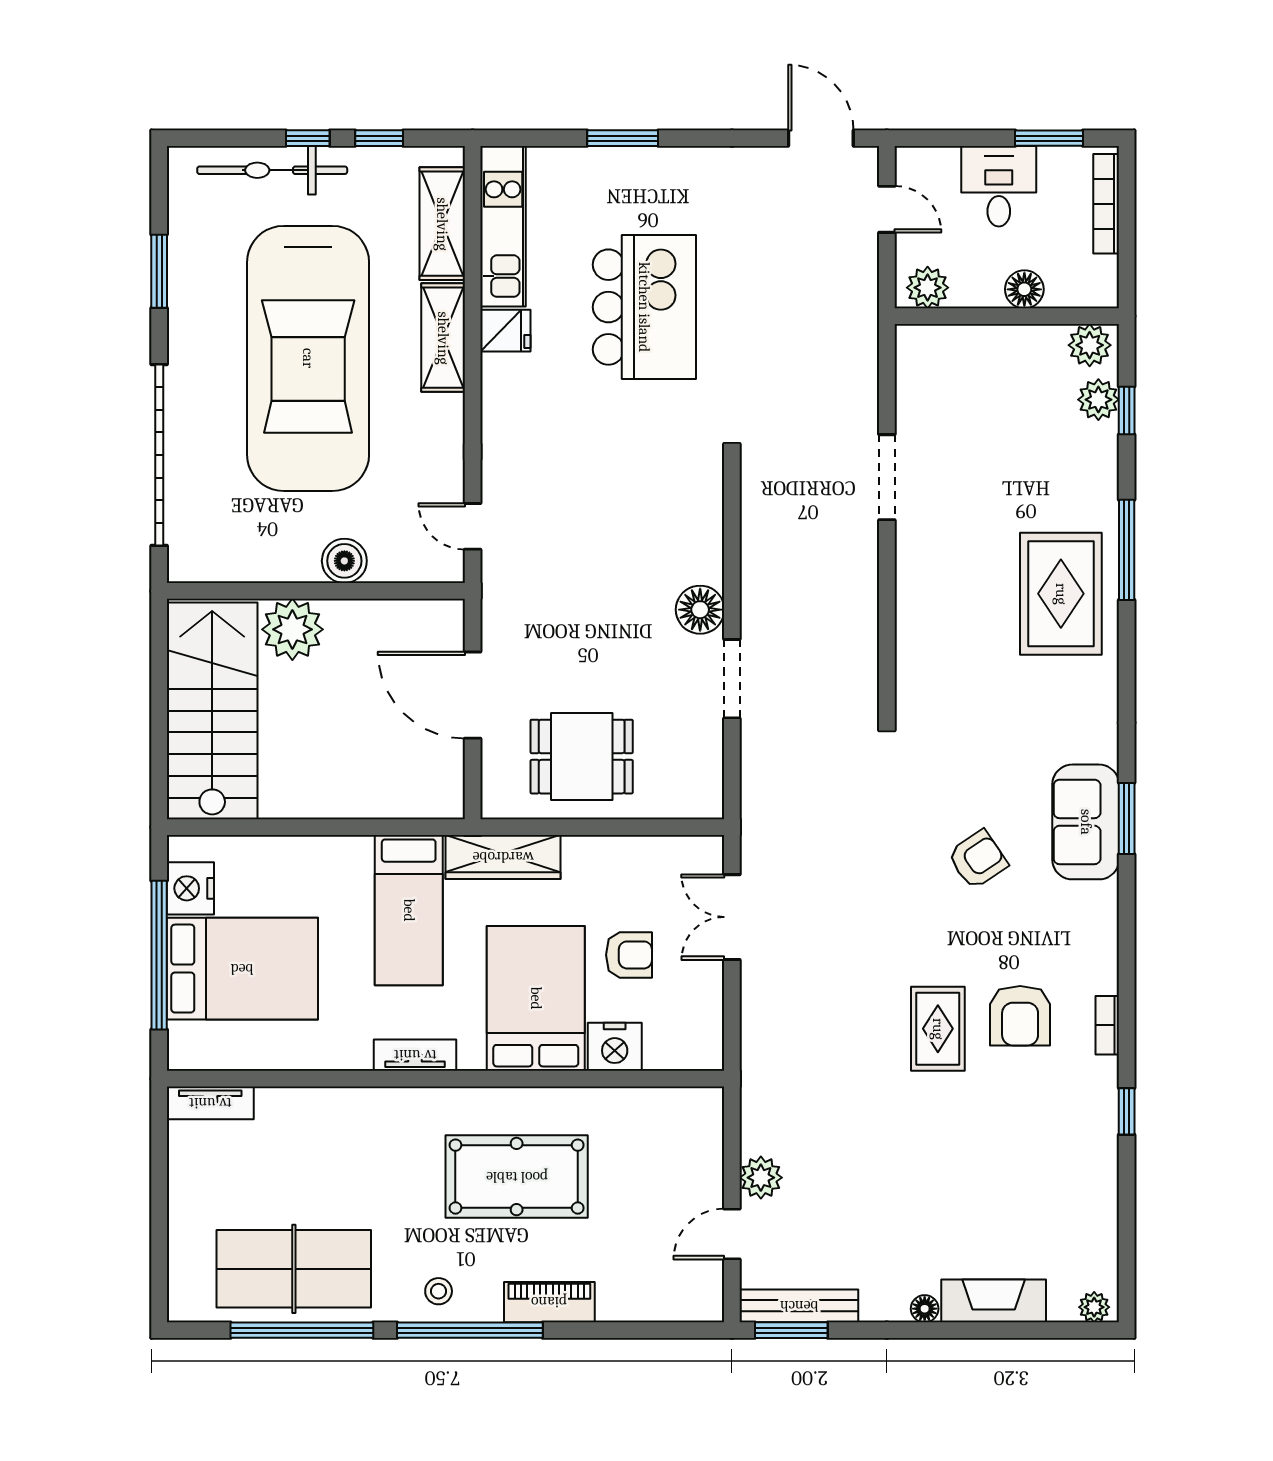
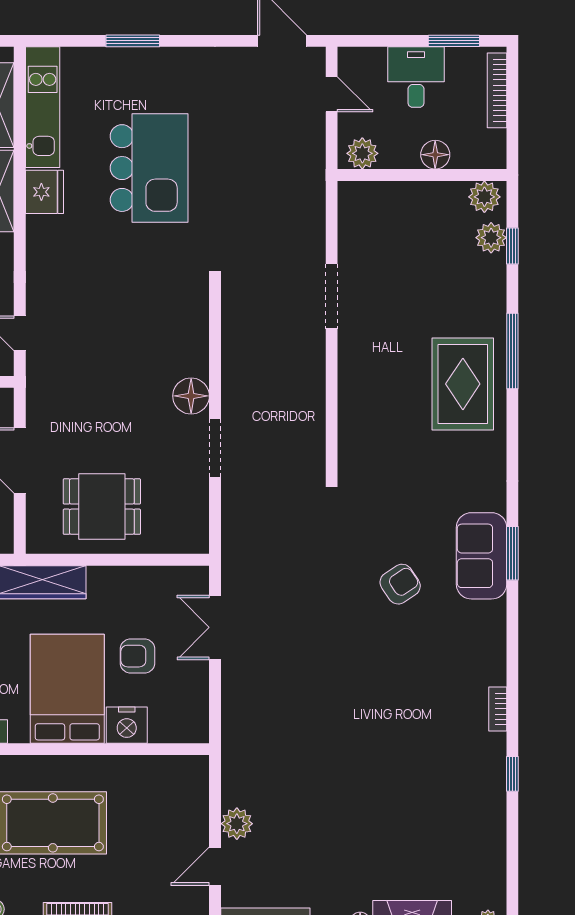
fridge: (505, 331) -> (44, 192), width x1.38
armchair: (629, 955) -> (137, 656), turned 180
armchair: (1020, 1016) -> (432, 702), removed
rug: (938, 1029) -> (370, 712), removed

